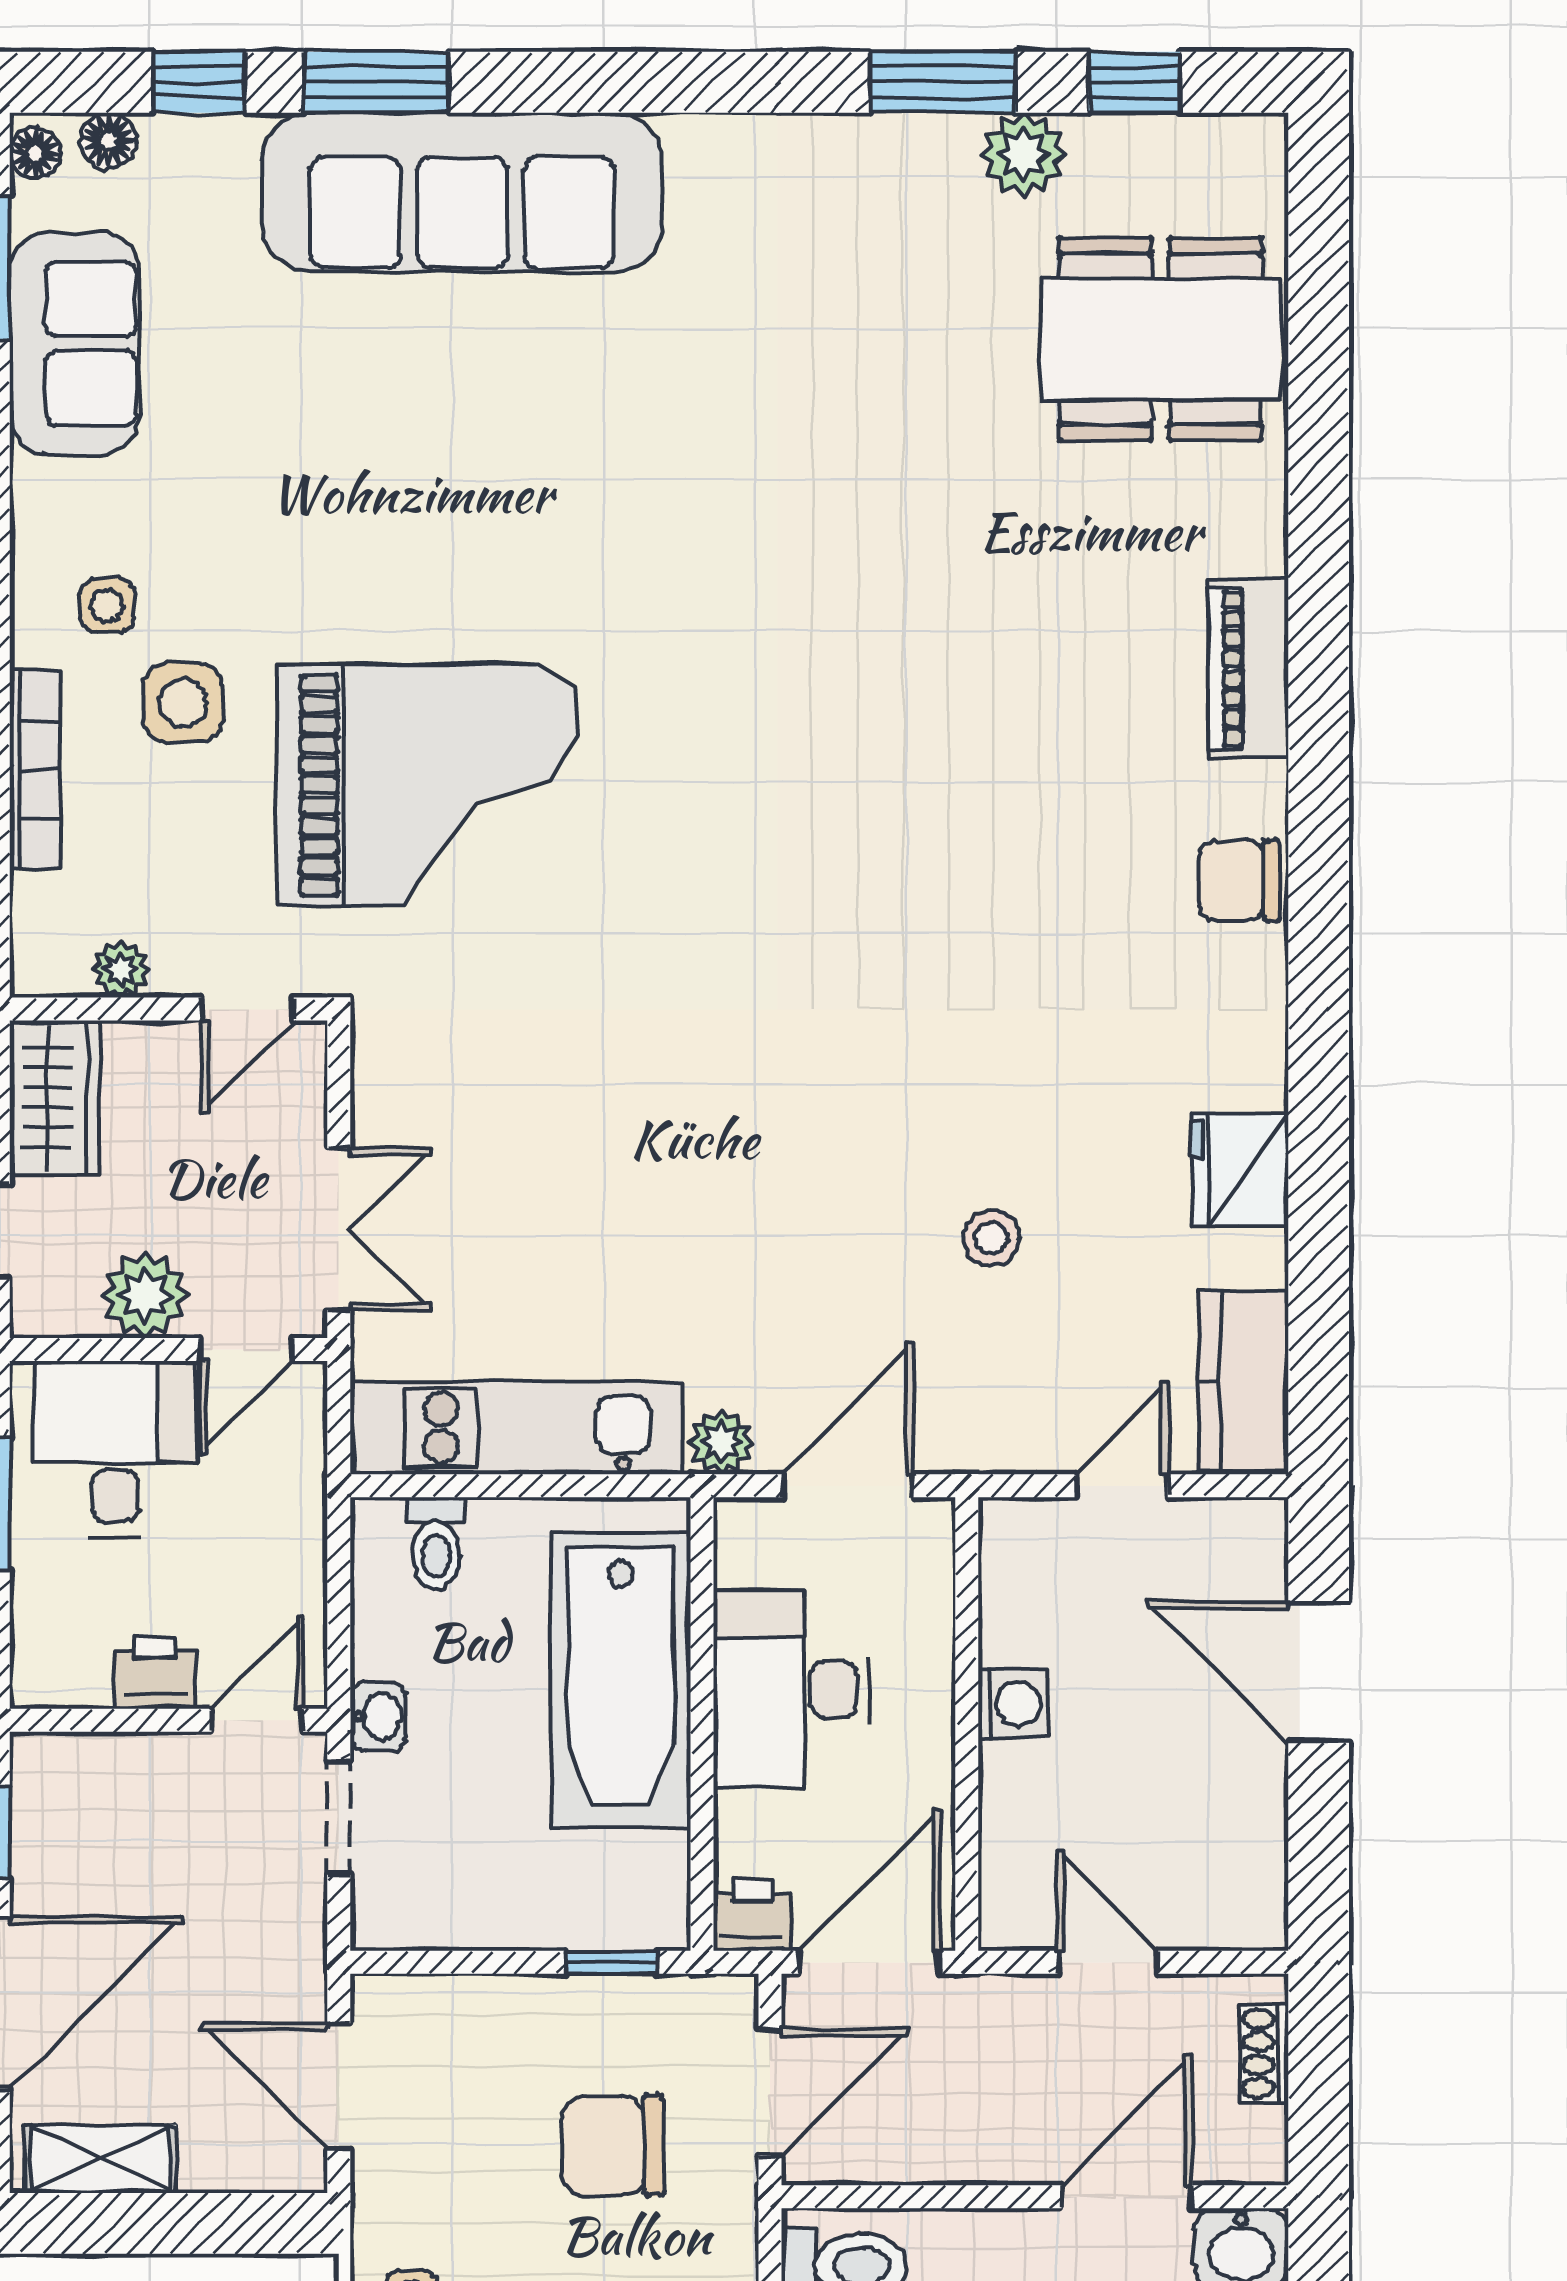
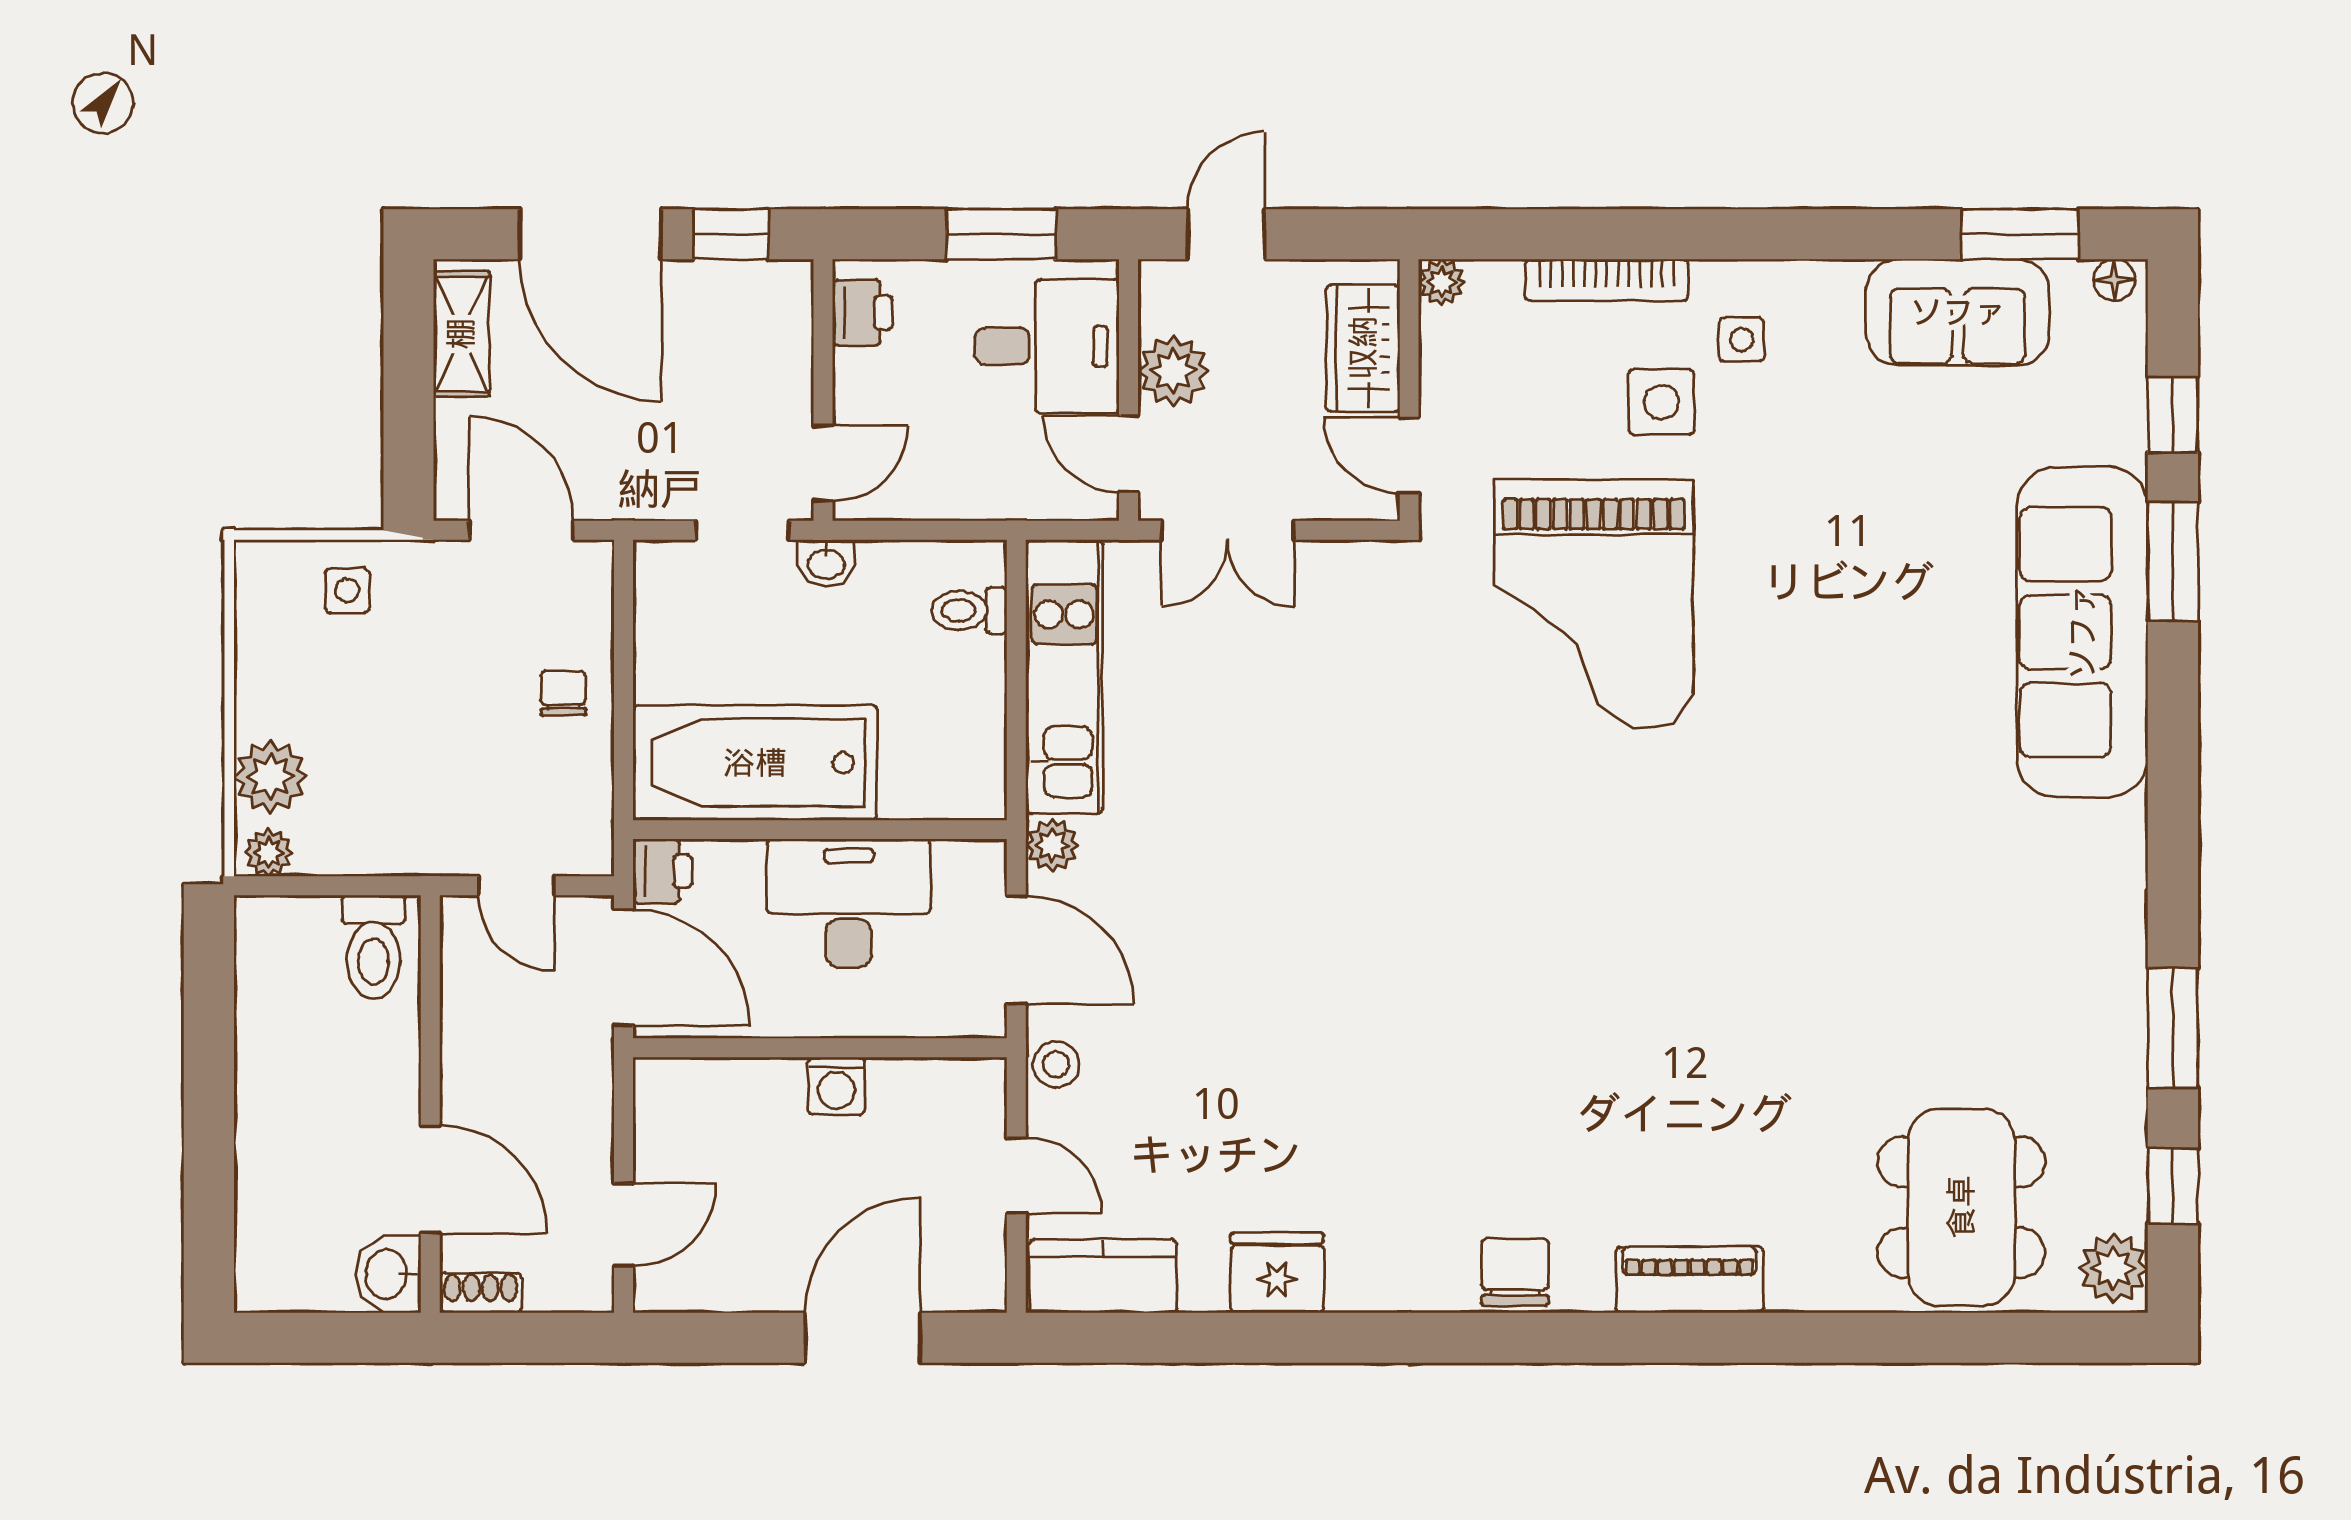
floor lamp: (109, 141) -> (2125, 341), removed
plant: (1024, 155) -> (2113, 1268), moved
plant: (121, 969) -> (1442, 282), moved
wardrobe: (54, 1097) -> (1363, 348), moved, turned 90
stool: (991, 1238) -> (1056, 1064), moved
printer: (155, 1673) -> (862, 313), moved
bathtub: (621, 1681) -> (755, 763), moved
door: (257, 1720) -> (823, 463), hinge flipped
window: (612, 1962) -> (624, 755), removed
door: (1108, 1962) -> (624, 1225), moved
shoe rack: (1264, 2053) -> (481, 1293), moved
door: (339, 2087) -> (521, 530), hinge flipped
door: (770, 2092) -> (516, 886), width x0.73
chair: (613, 2146) -> (563, 693), moved, width x0.54, depth x0.54

